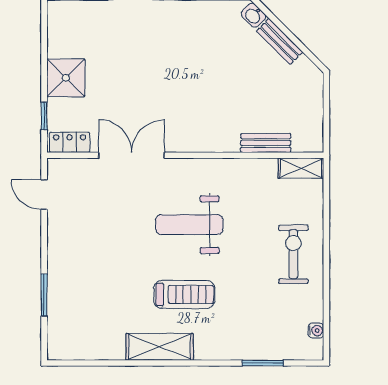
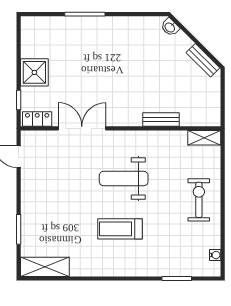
bench: (280, 41) -> (203, 60), moved
bench: (266, 143) -> (161, 119), moved
treadmill: (184, 294) -> (120, 229), turned 180
shelving: (160, 347) -> (45, 267), moved

